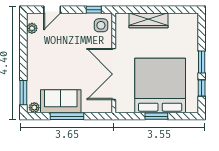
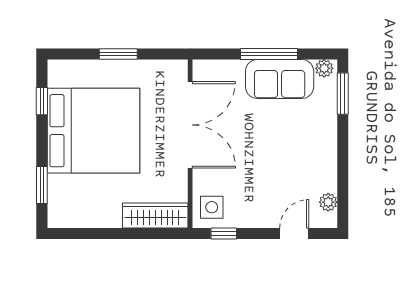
wardrobe: (148, 20) -> (155, 216), moved
window: (202, 62) -> (42, 185), moved
bed: (160, 86) -> (94, 131), moved, turned -90

